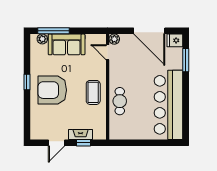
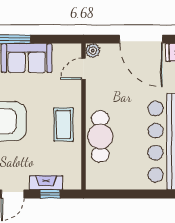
door: (108, 52) -> (83, 69), hinge flipped
cafe table: (120, 101) -> (100, 136), width x1.37, depth x1.35

